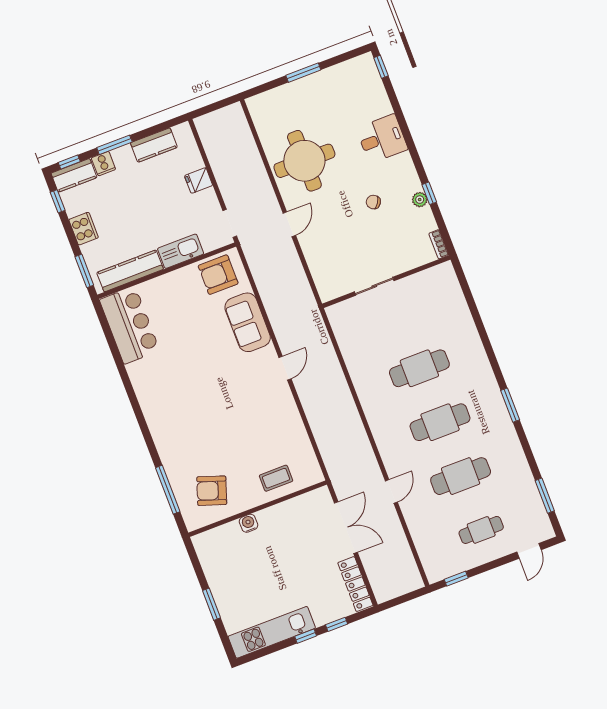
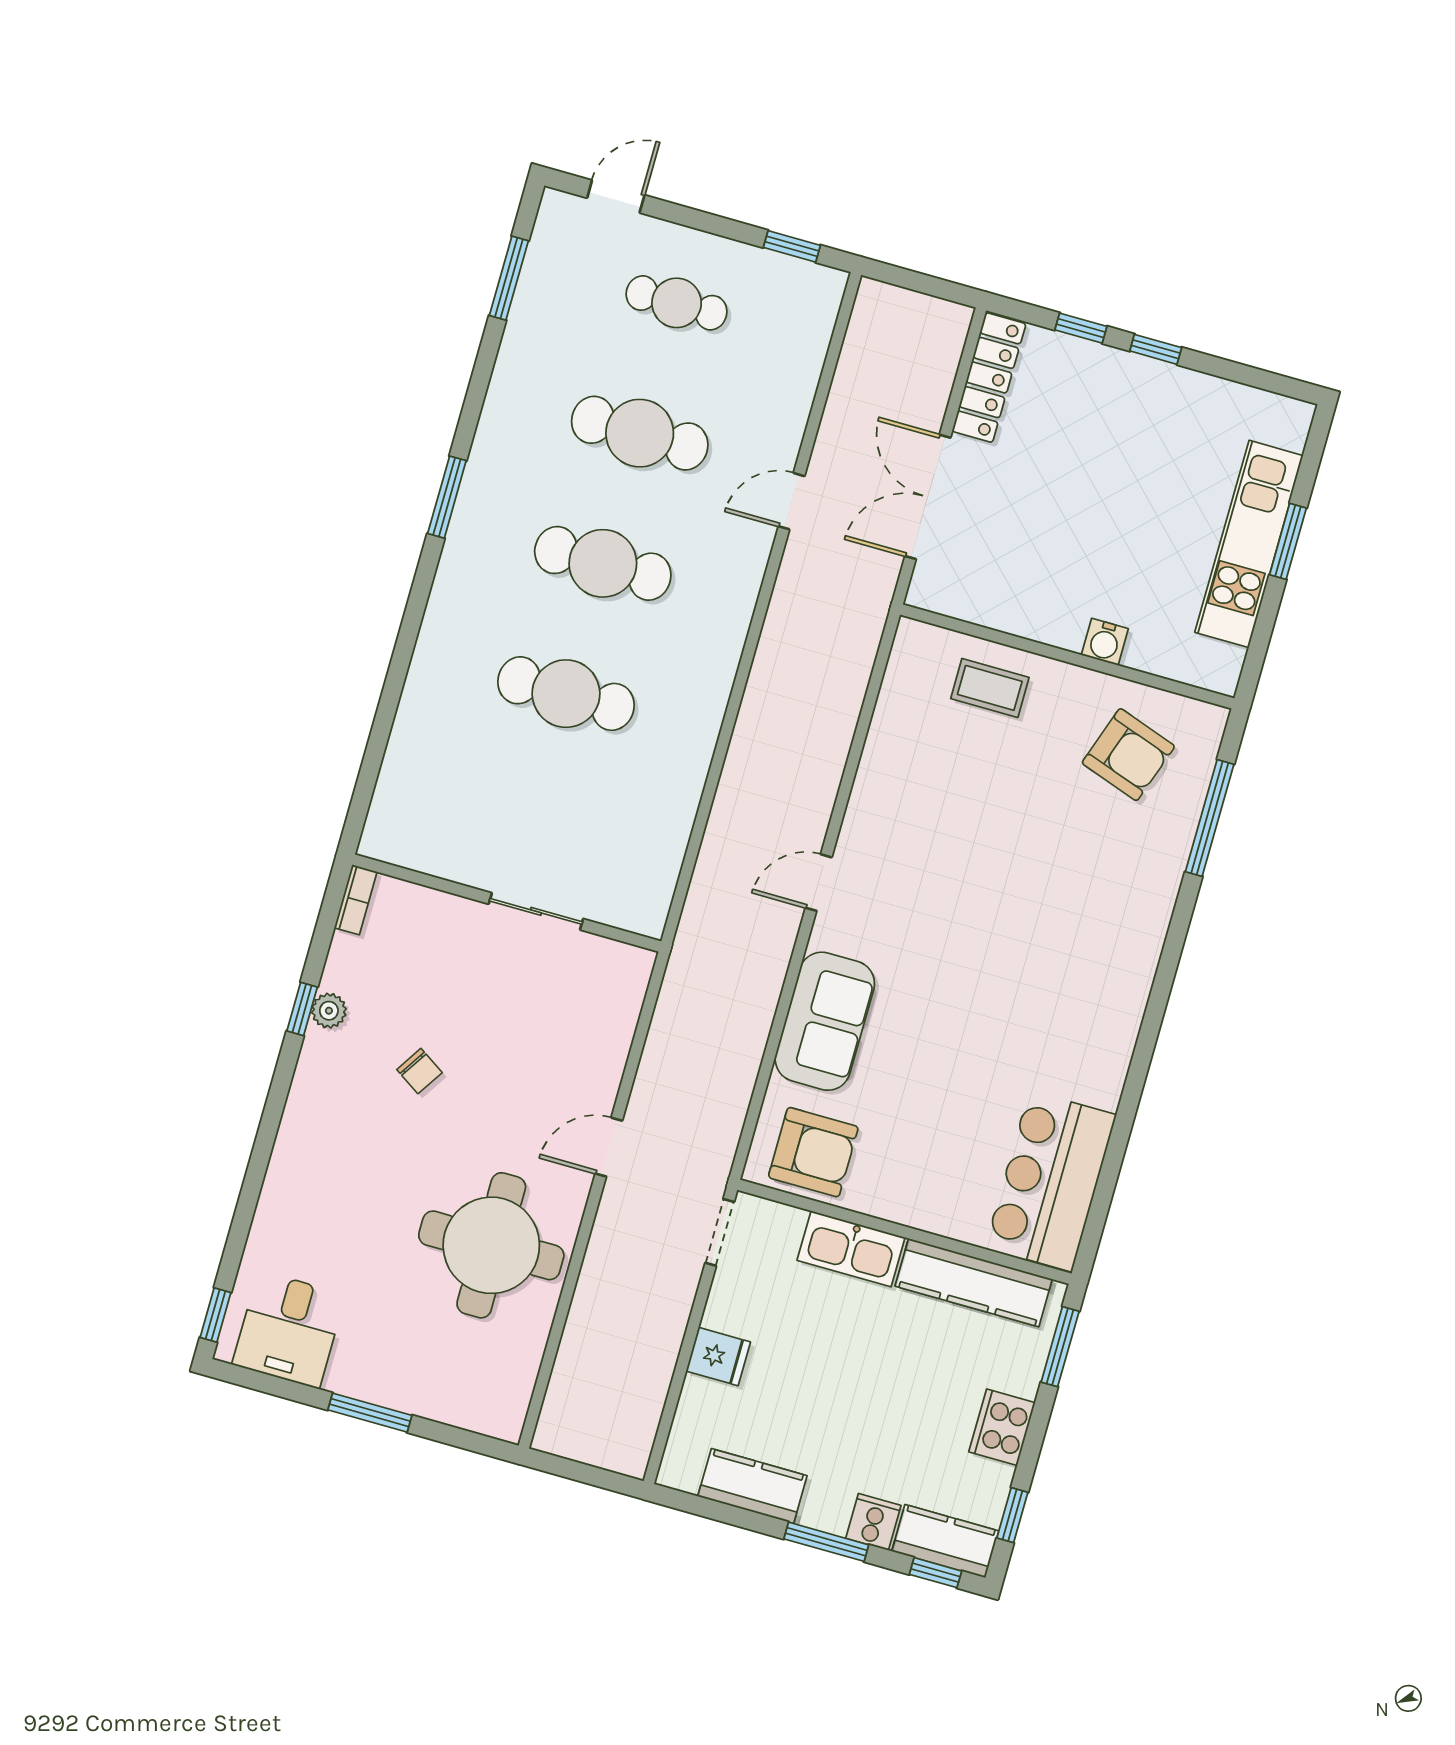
desk: (382, 139) -> (289, 1330), moved, turned -90
kitchen unit: (272, 632) -> (1249, 544), moved, turned 90

